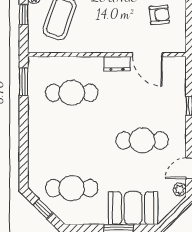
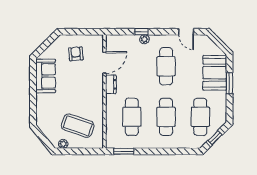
window: (24, 15) -> (76, 151), removed
cafe table: (72, 140) -> (166, 117), added
plant: (180, 189) -> (145, 39), moved

